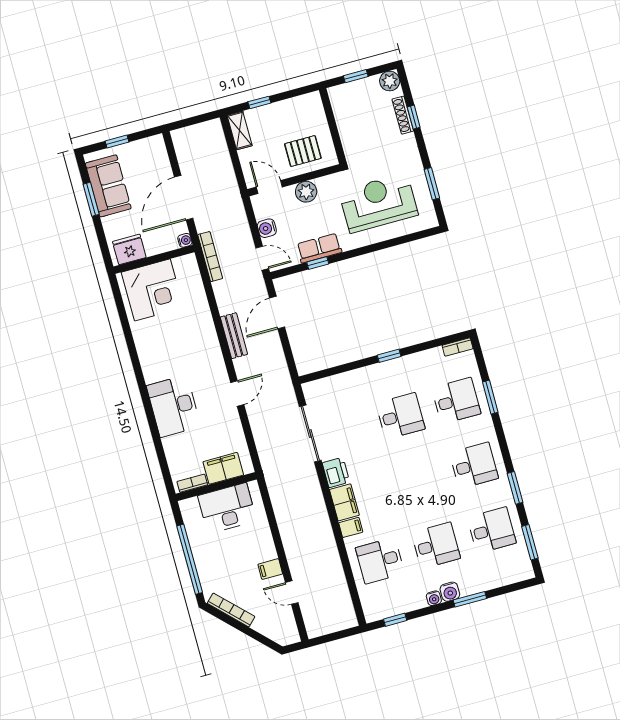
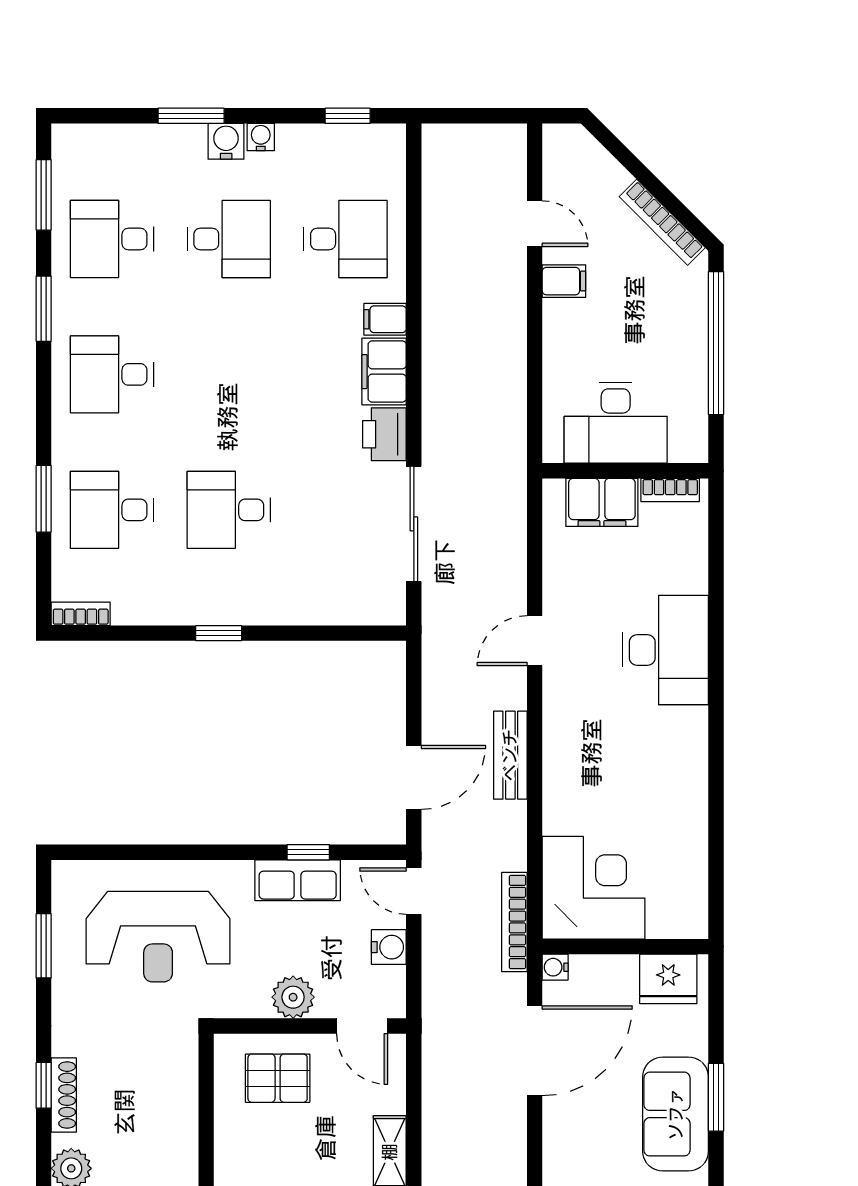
corner desk: (152, 290) -> (594, 888), moved, turned 90
desk: (436, 545) -> (229, 239), turned 180

